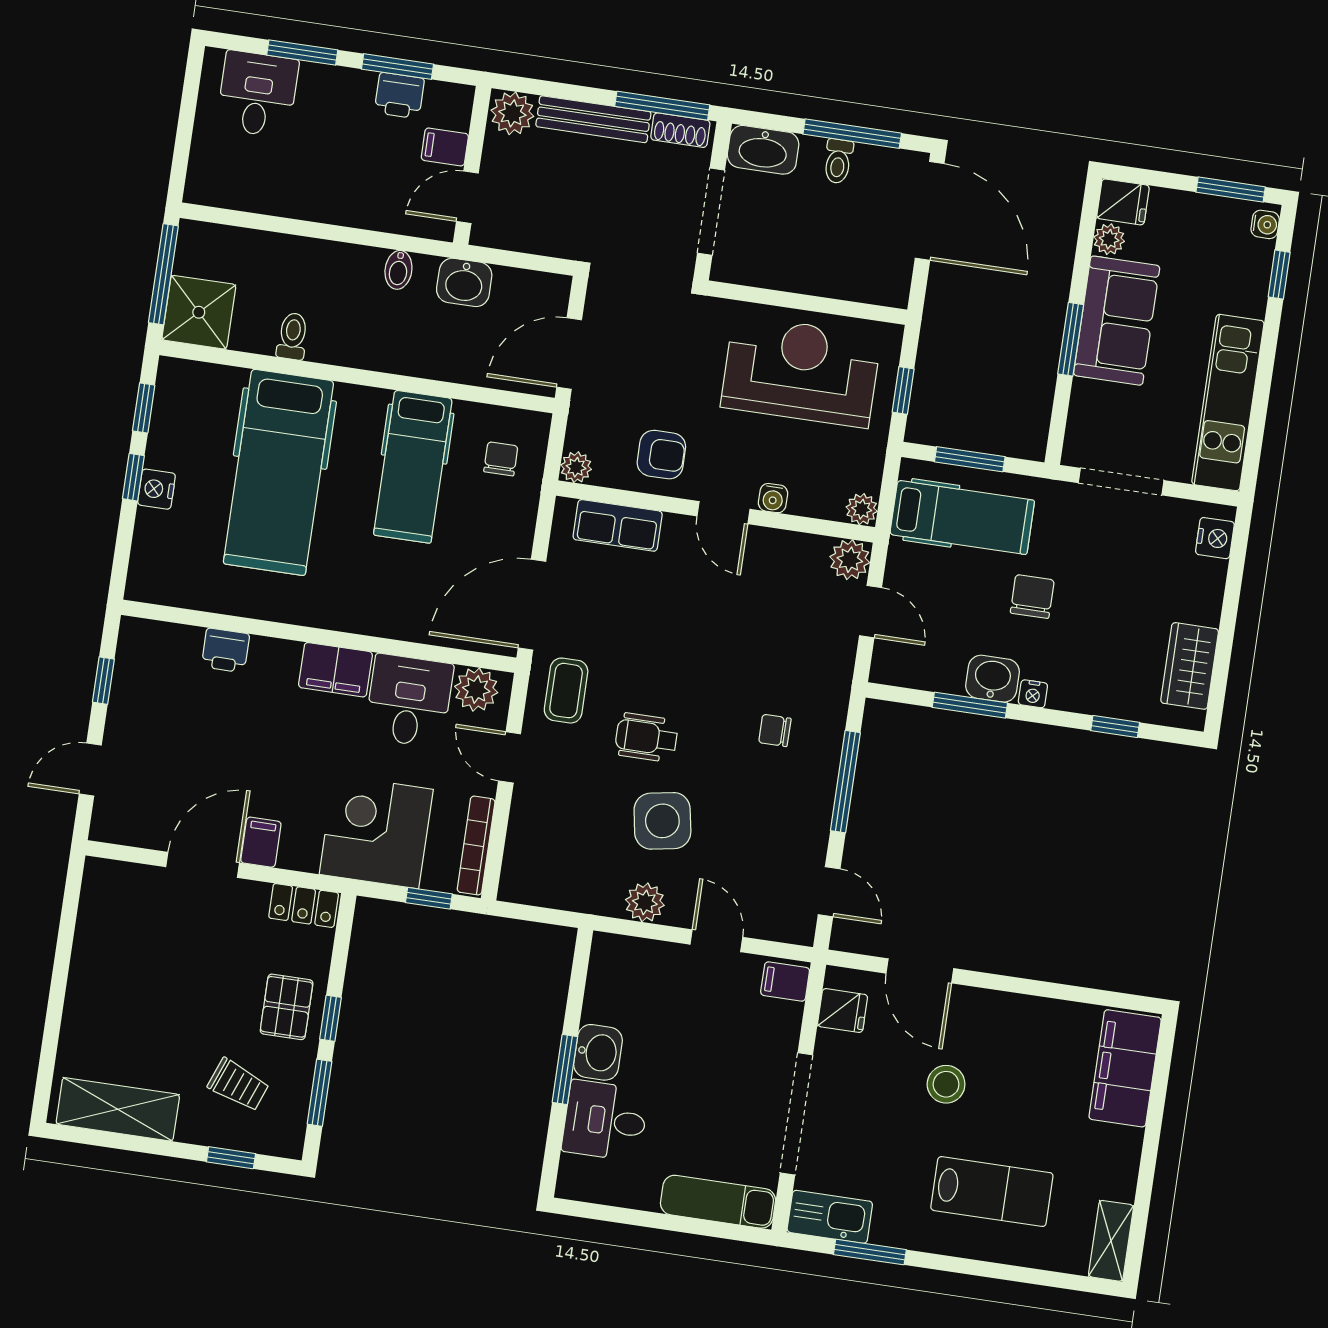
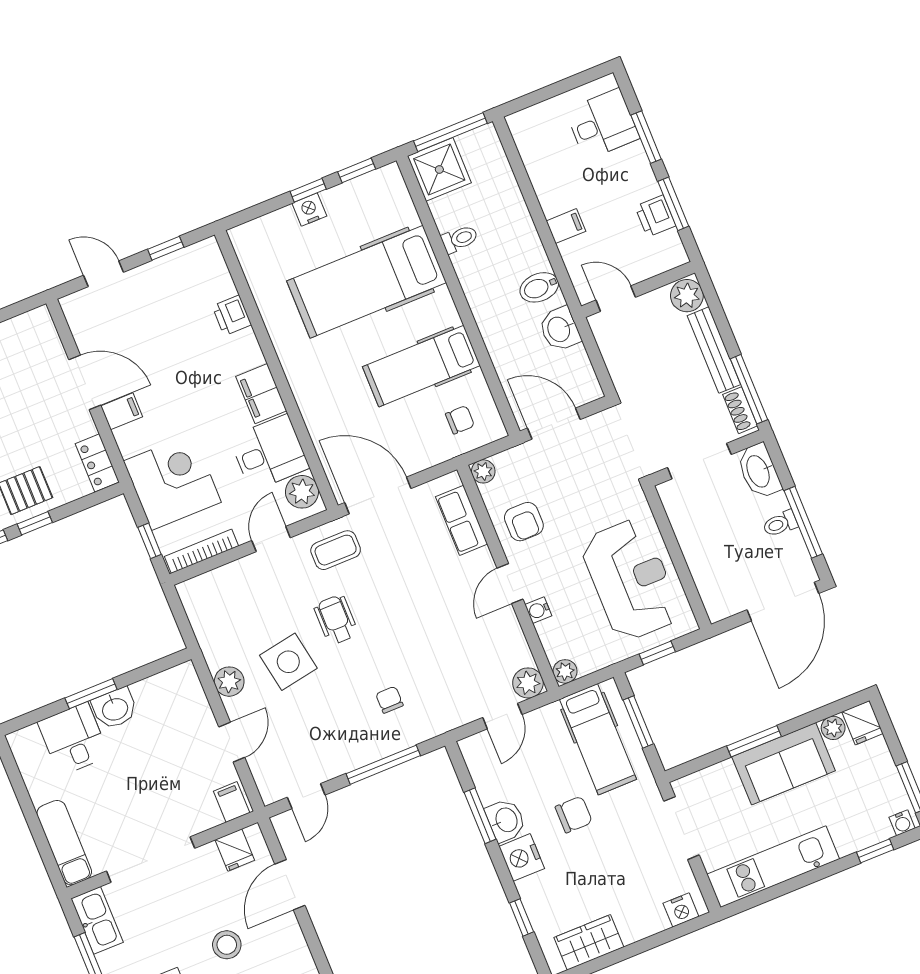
filing cabinet: (445, 147) -> (566, 226), moved, turned 90
bidet: (398, 270) -> (539, 287), width x1.38, depth x1.36
nightstand: (1033, 694) -> (522, 857), width x1.89, depth x1.79

